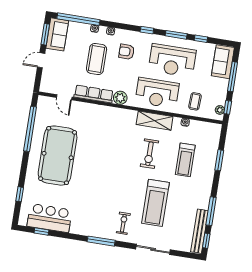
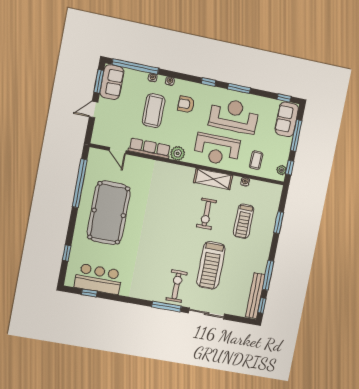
window: (201, 39) -> (284, 98), moved
reception desk: (172, 60) -> (234, 116), turned 180
exercise bike: (123, 223) -> (176, 286), width x1.38, depth x1.39
window: (101, 241) -> (166, 307), moved

